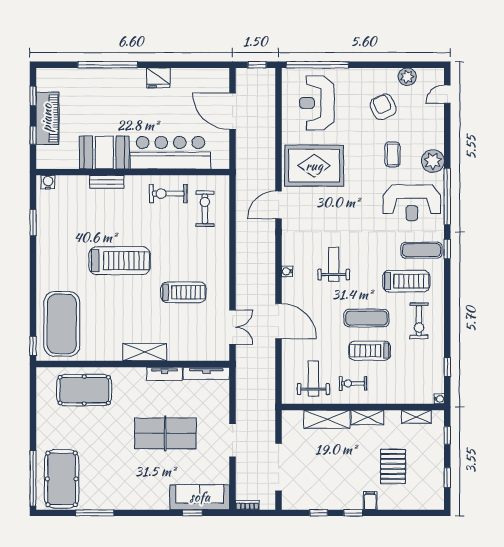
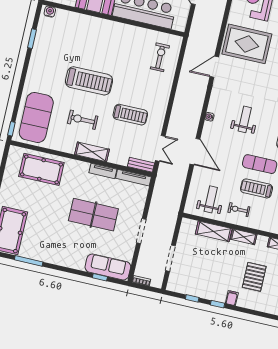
bench: (107, 182) -> (141, 165), moved
exercise bike: (168, 194) -> (83, 120), moved
doorway: (278, 467) -> (170, 258), width x0.73

